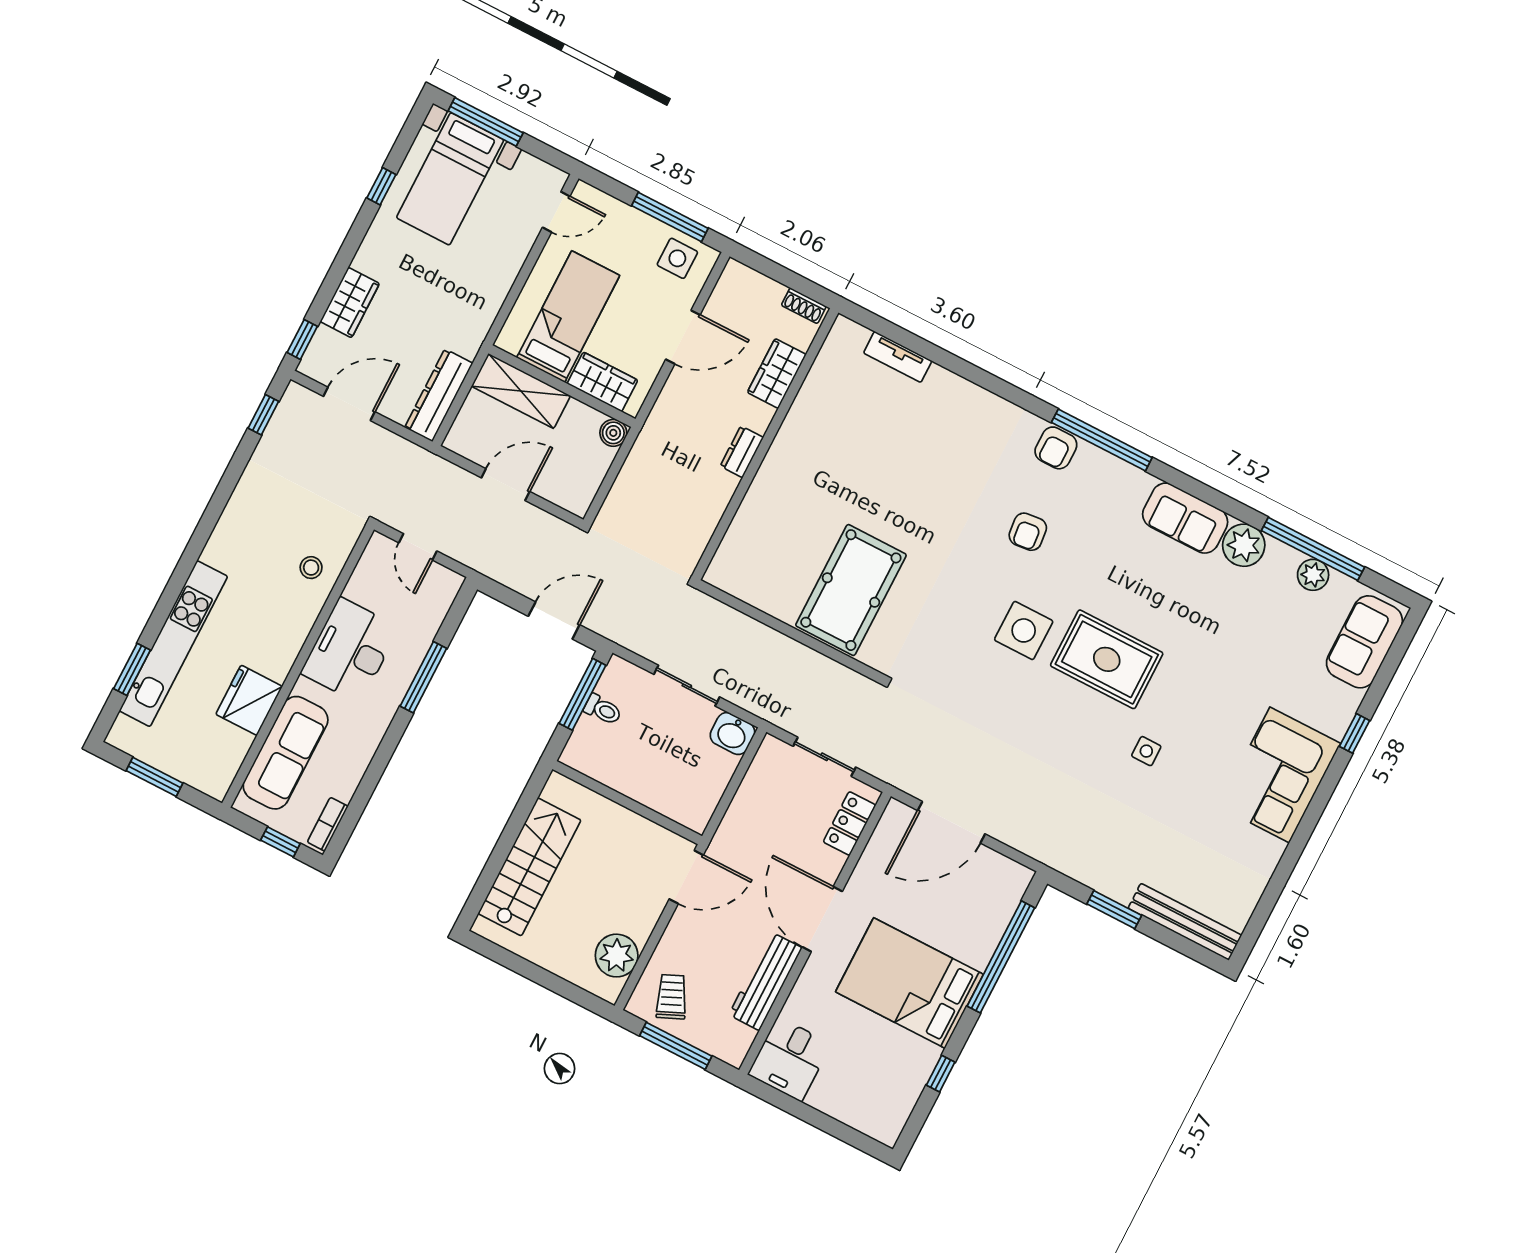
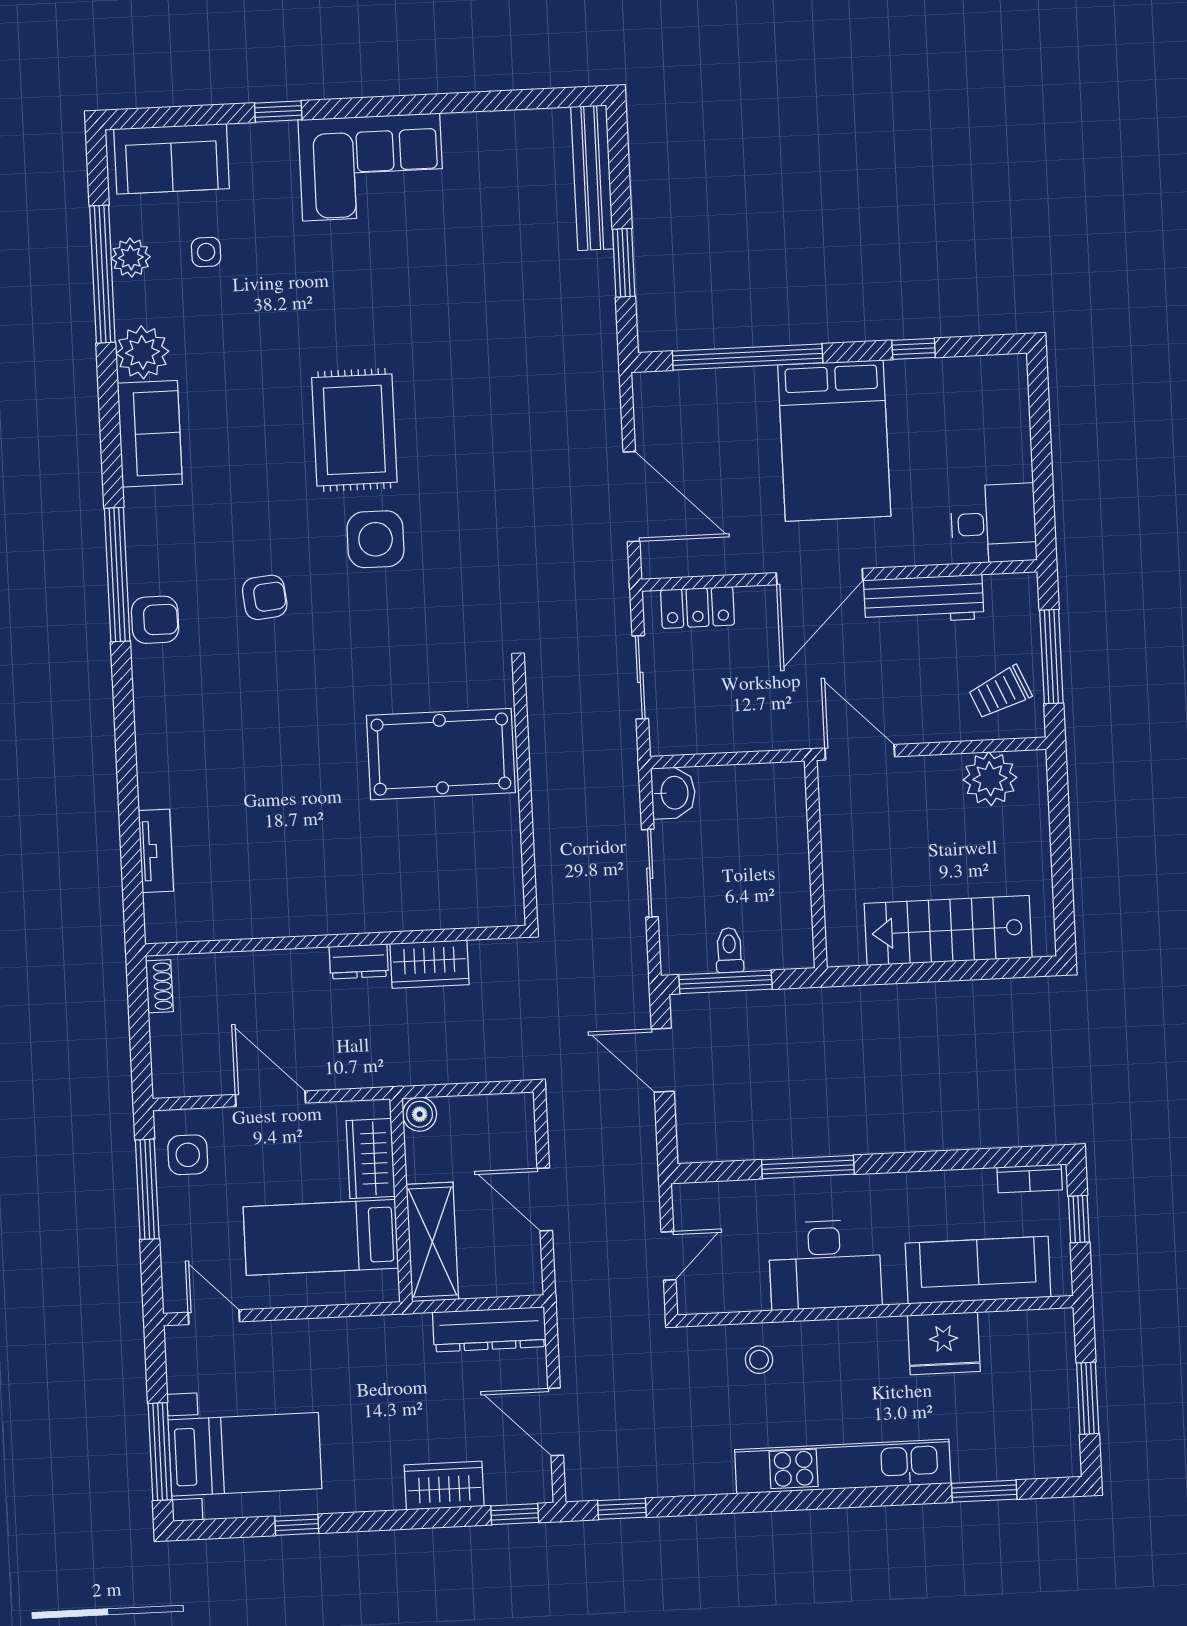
wardrobe: (777, 373) -> (429, 964), moved
kitchen unit: (173, 644) -> (843, 1466), moved
side table: (1146, 751) -> (206, 252), moved

